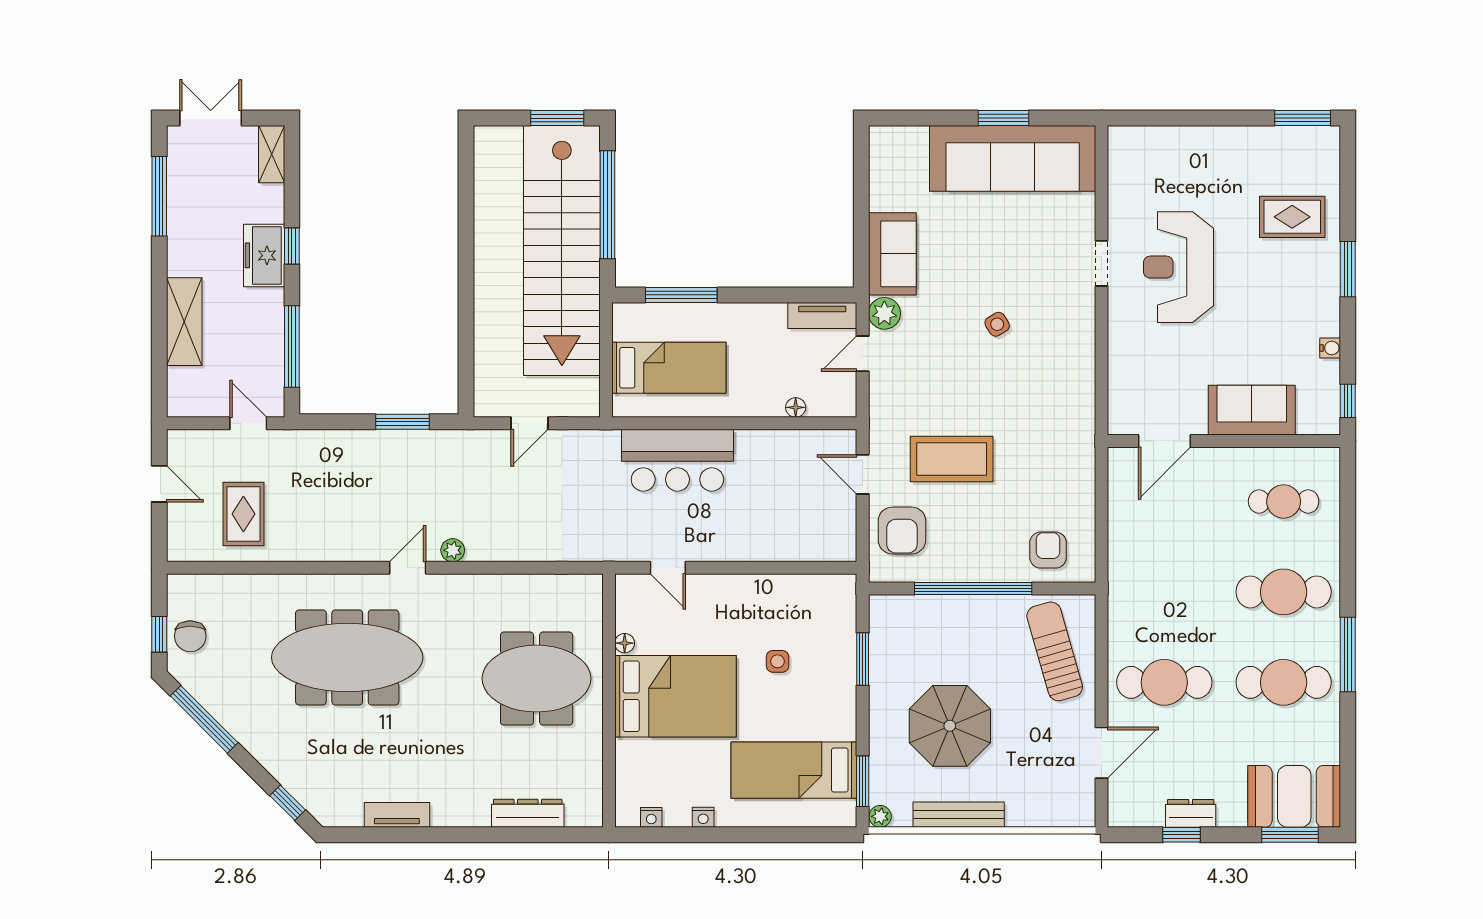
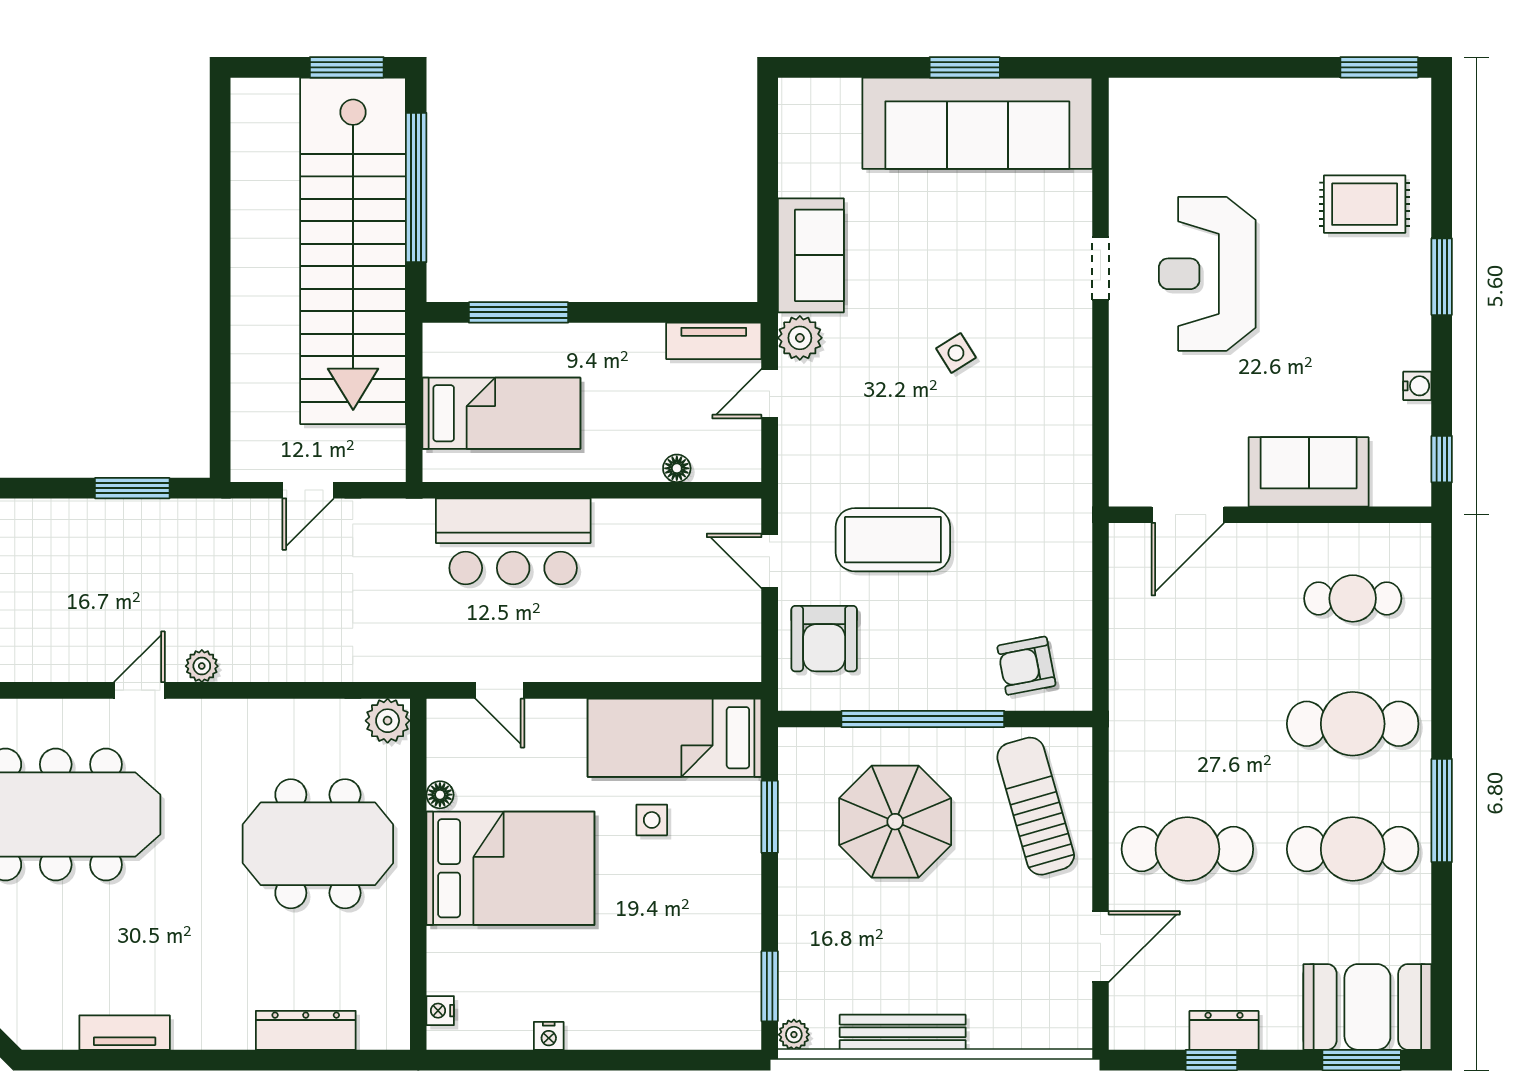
armchair: (1048, 550) -> (1026, 666), turned -101
plant: (587, 590) -> (388, 721), added
parasol: (950, 726) -> (895, 822), moved
bed: (794, 770) -> (674, 738), moved
nightstand: (651, 817) -> (440, 1011), moved, turned 90

